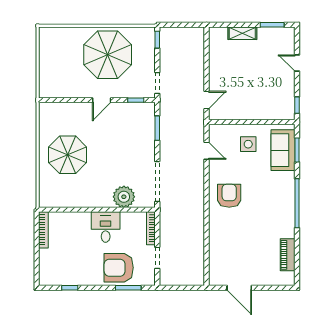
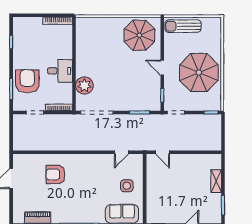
sun lounger: (50, 74) -> (183, 26), added
parasol: (68, 155) -> (139, 35), moved
armchair: (229, 196) -> (55, 174), moved, turned 180

